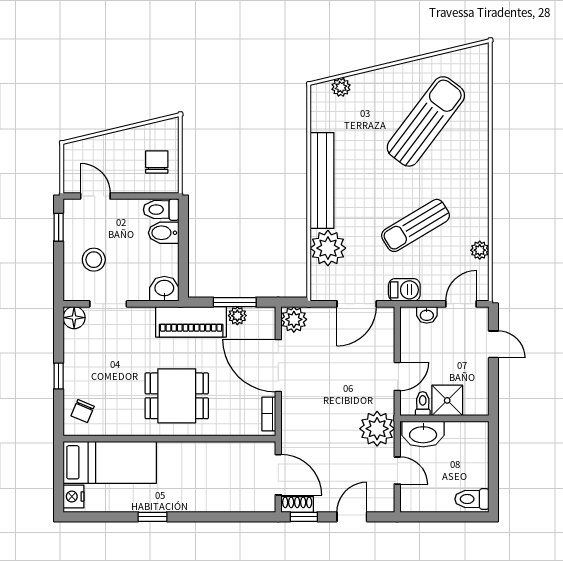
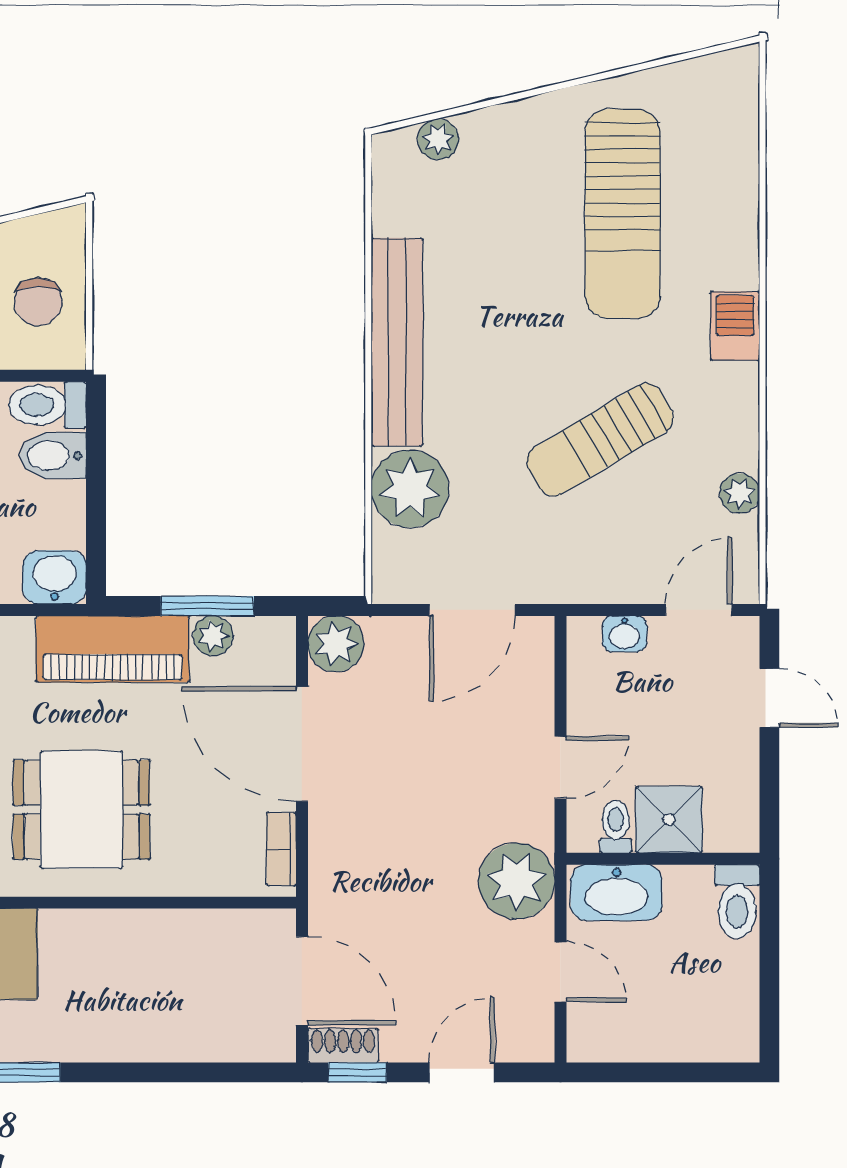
sun lounger: (426, 121) -> (623, 214), turned 143
chair: (157, 162) -> (38, 302), turned 180
barbecue: (404, 290) -> (735, 326), moved, turned -90
toilet: (472, 499) -> (737, 902), moved, turned -90

